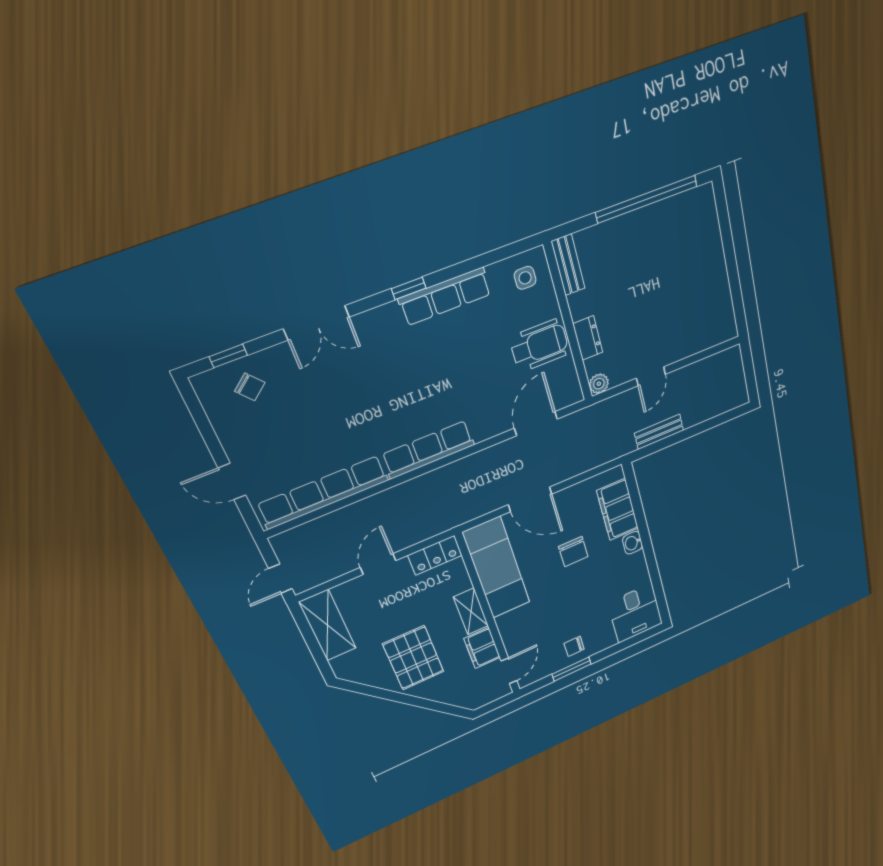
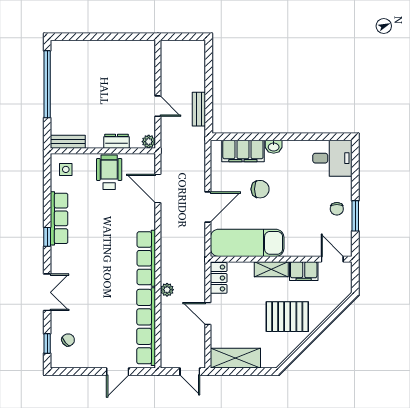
plant: (392, 497) -> (167, 290), added

